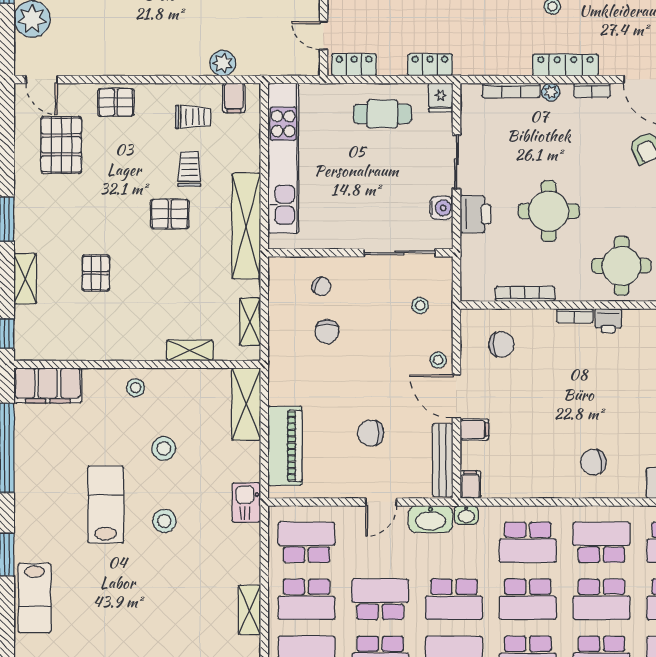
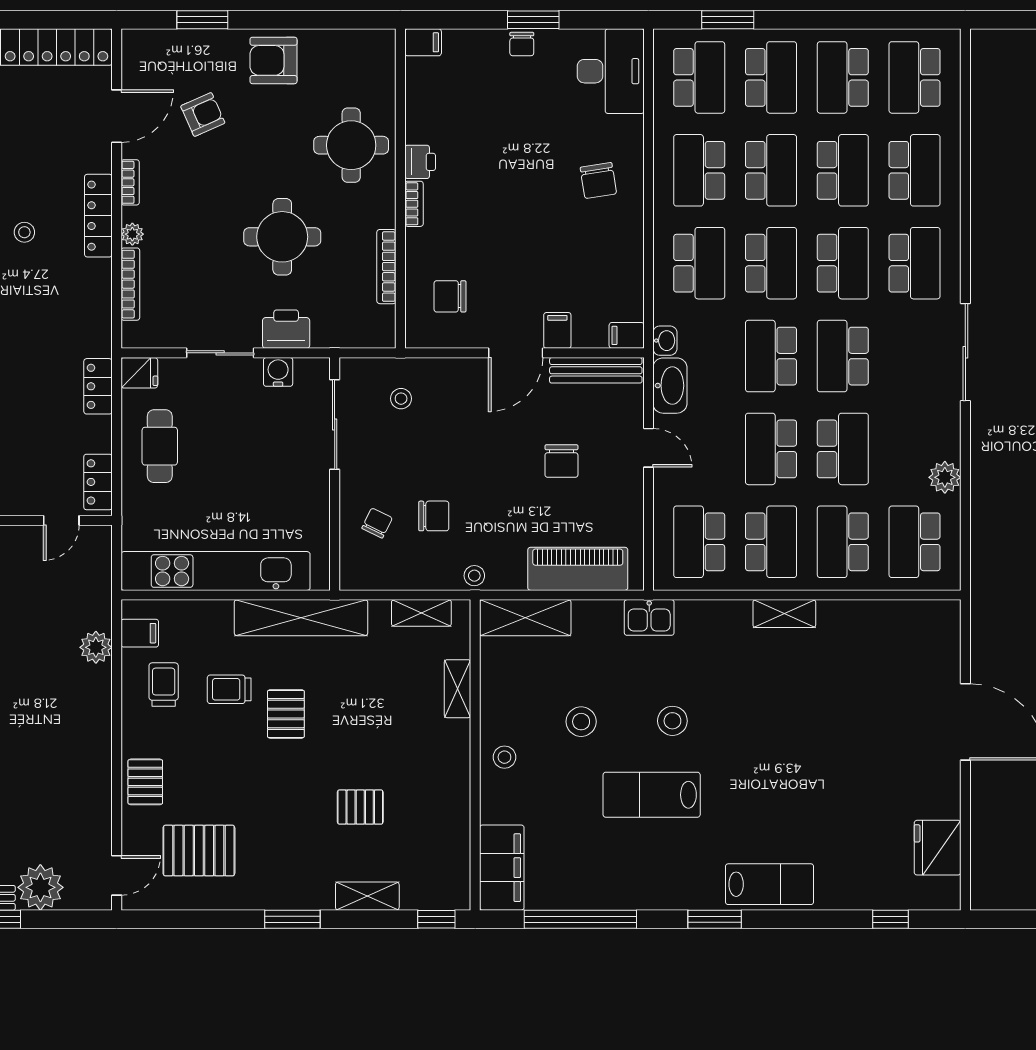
chair: (501, 344) -> (450, 296), turned -90
stool: (438, 360) -> (474, 576), moved
school desk: (454, 599) -> (771, 356), turned 180

